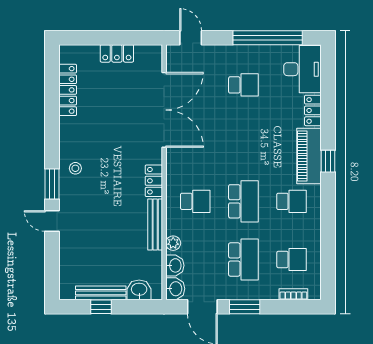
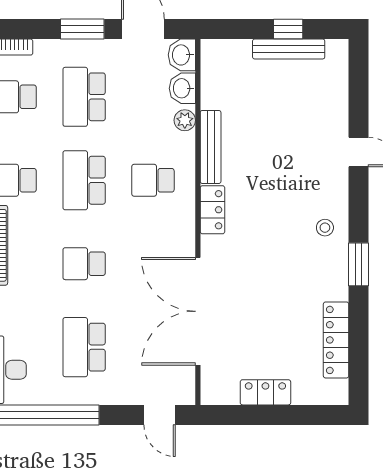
school desk: (243, 85) -> (84, 347), width x1.85
school desk: (243, 143) -> (84, 264), added
window: (52, 184) -> (359, 264), moved
washbasin: (139, 290) -> (234, 53), removed

